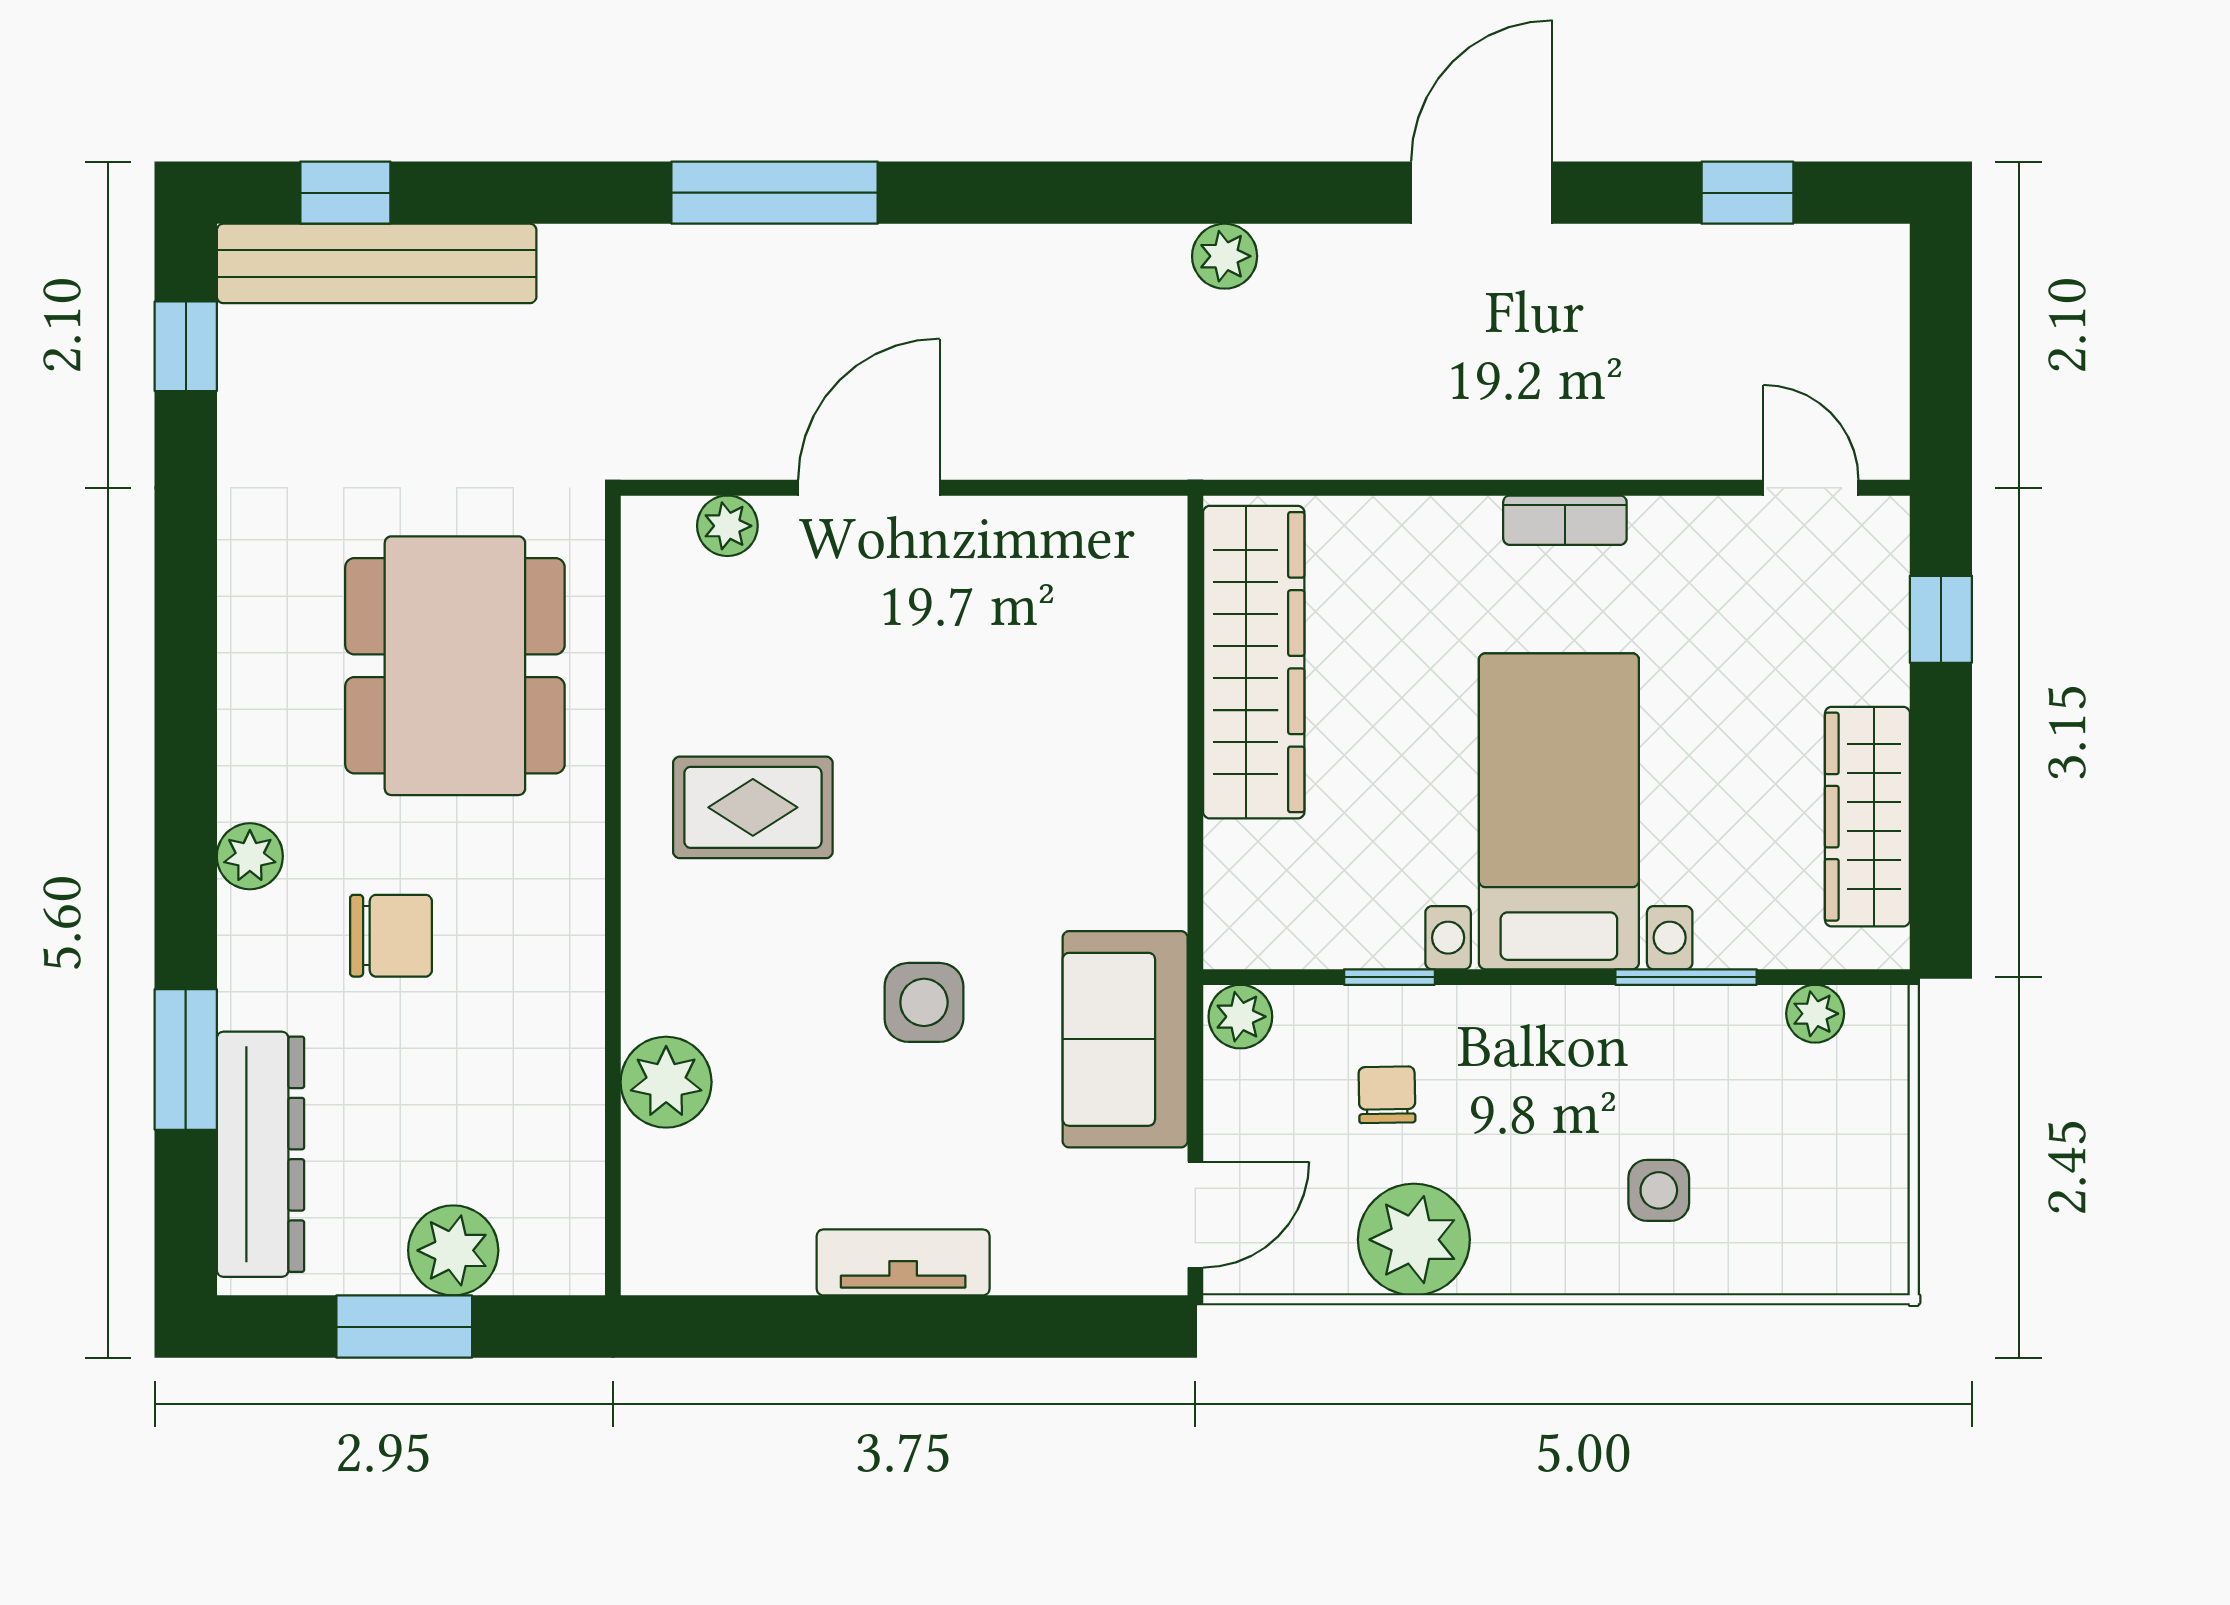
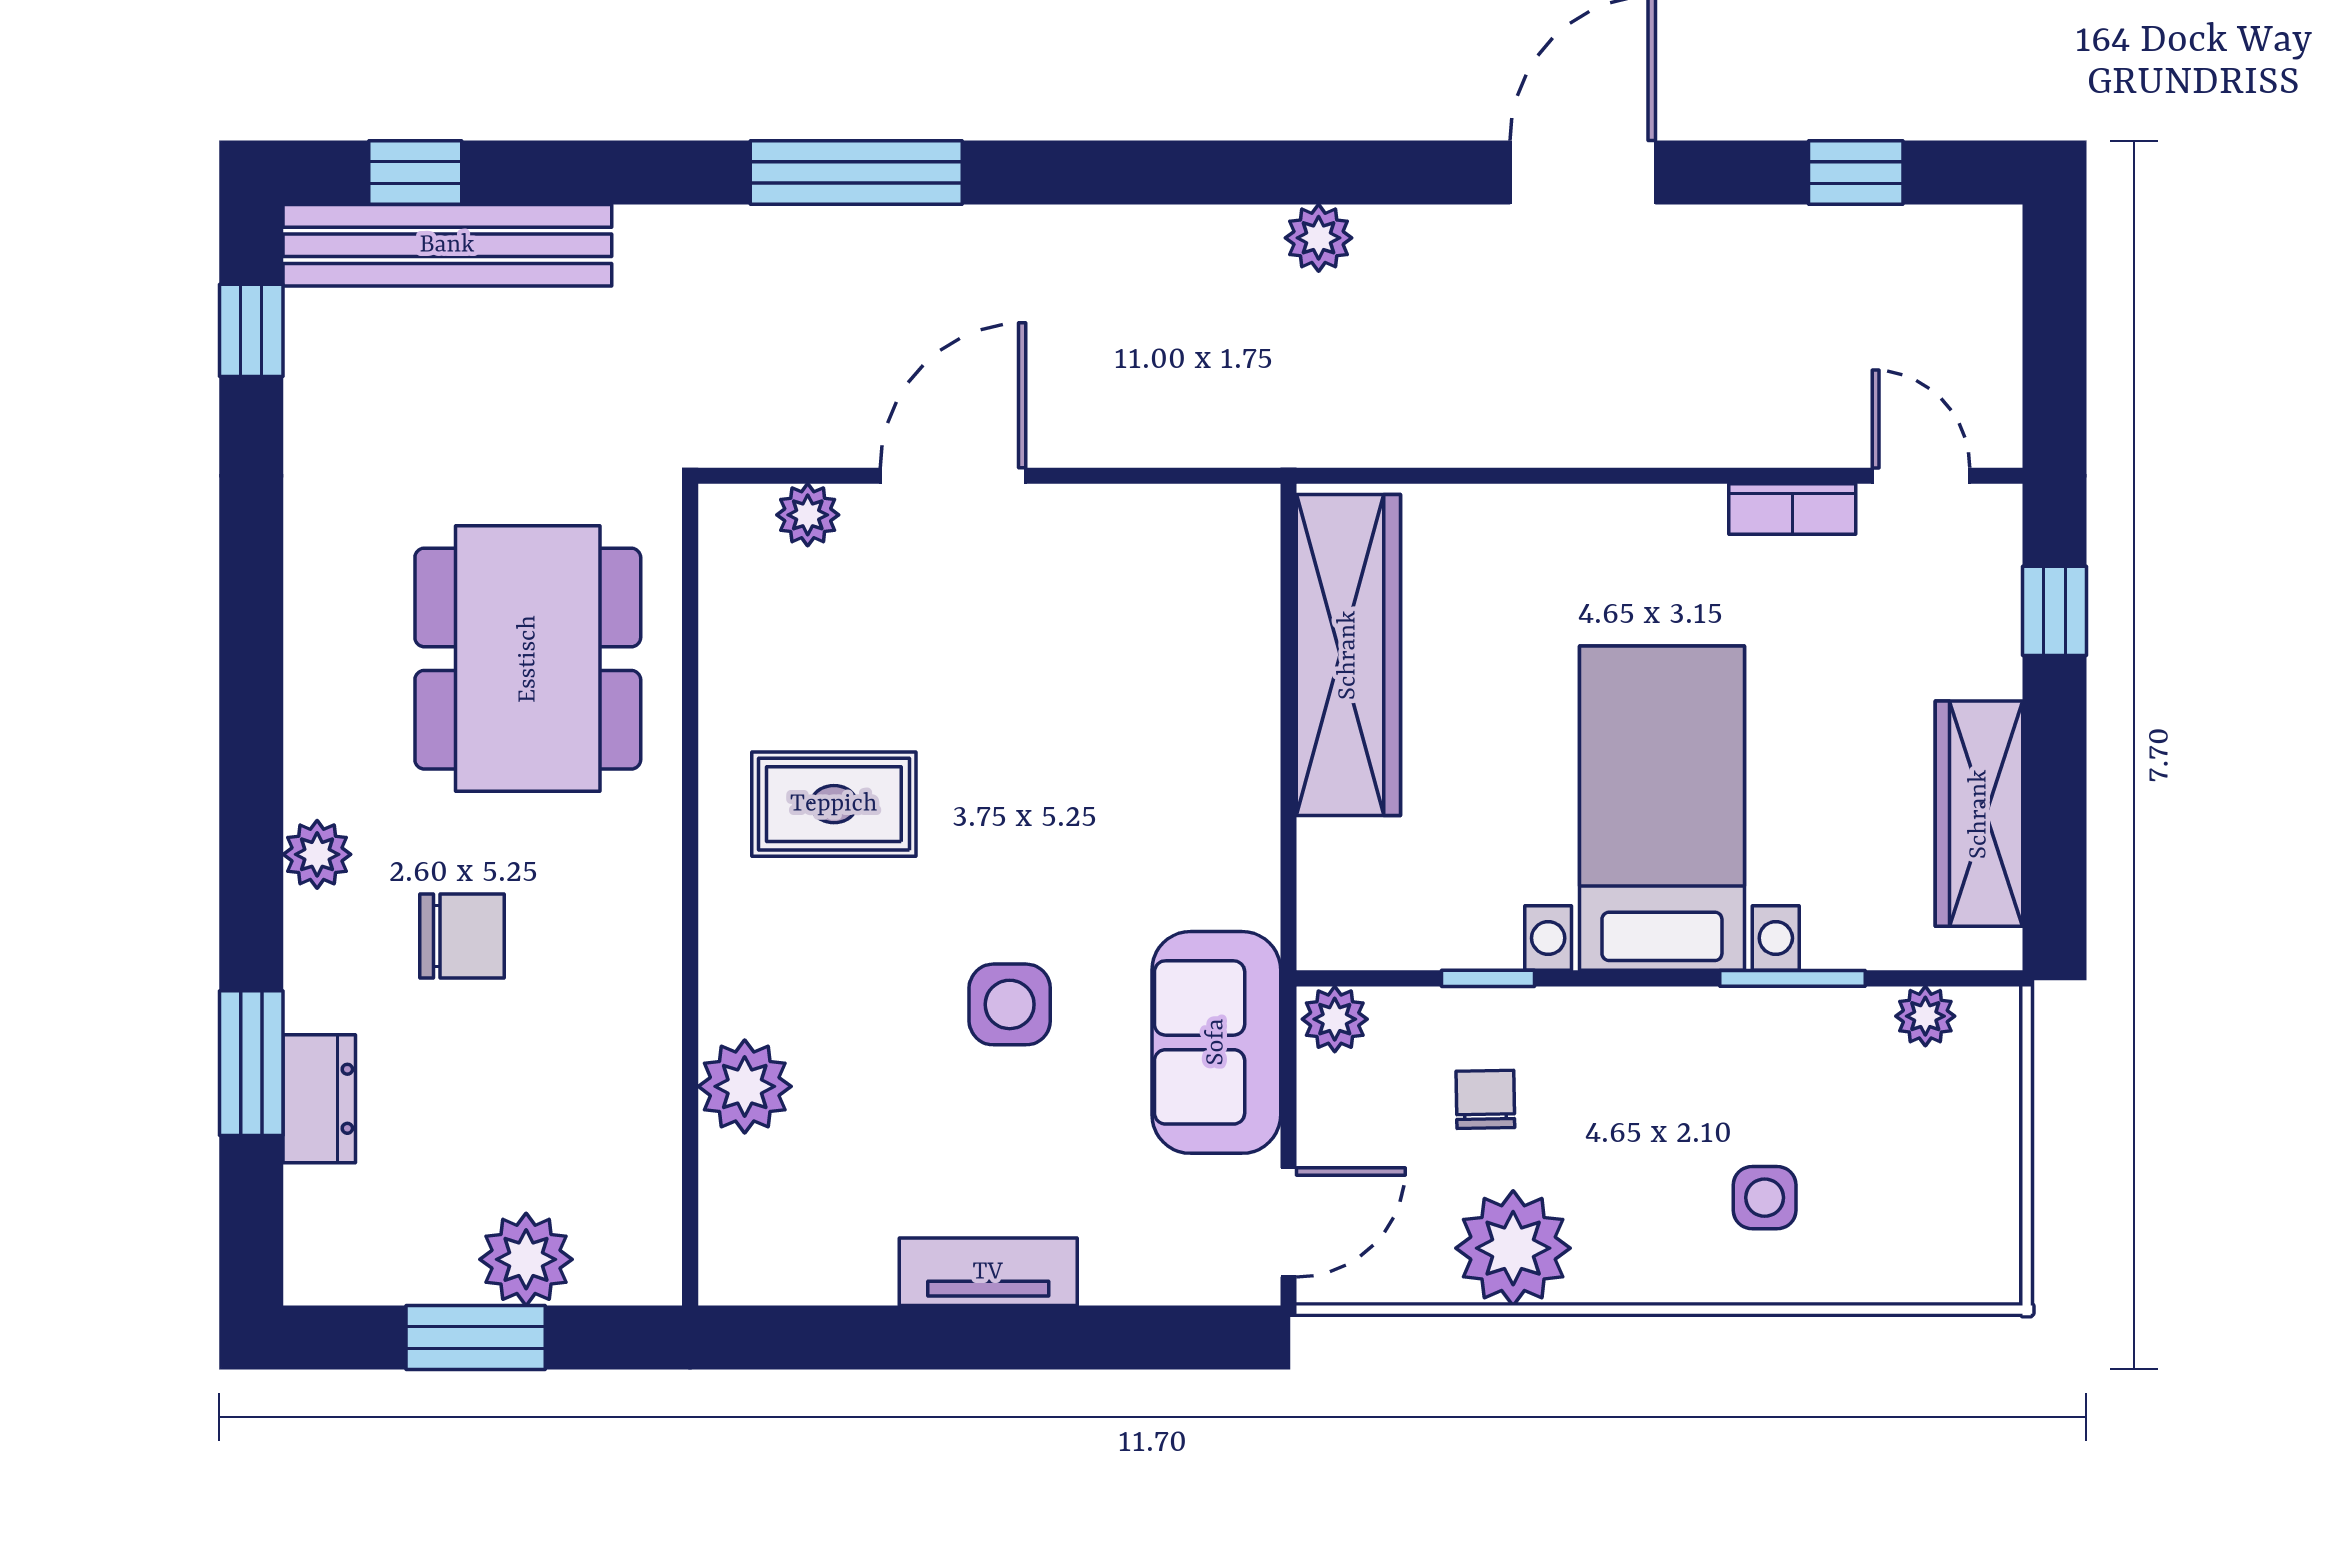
bookcase: (1565, 520) -> (1792, 509), moved
dresser: (260, 1154) -> (319, 1099), width x0.51, depth x0.80

